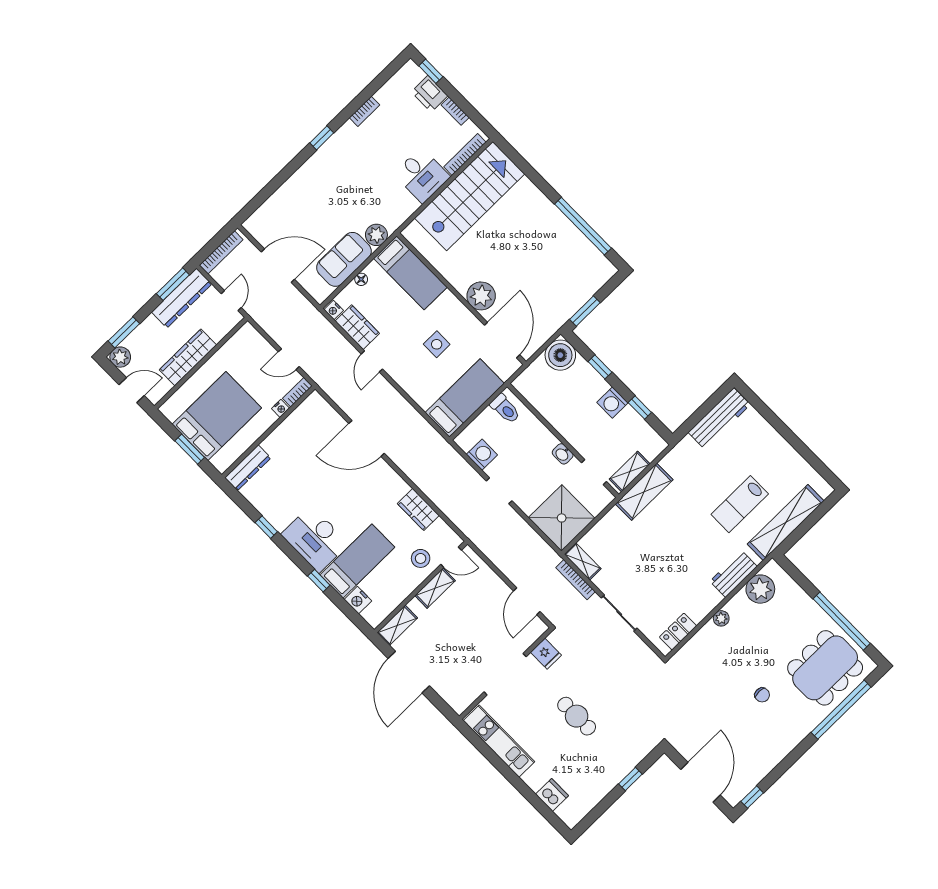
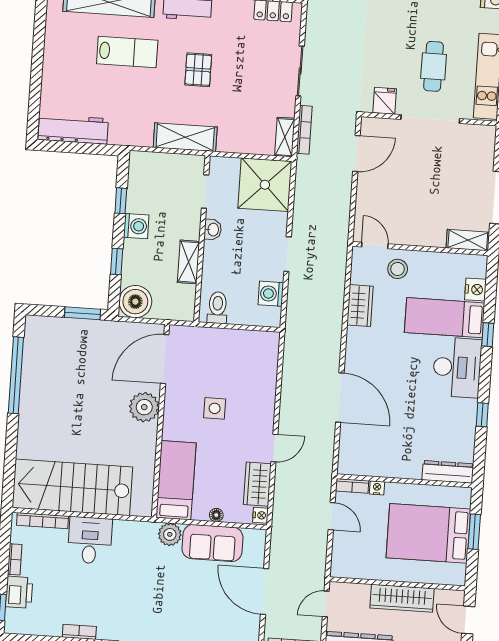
bed: (465, 398) -> (238, 348), removed
shelving: (630, 472) -> (189, 262), moved, turned 90
pallet: (683, 543) -> (198, 70), added
shelving: (435, 588) -> (411, 236), removed
cafe table: (577, 716) -> (434, 66), moved

